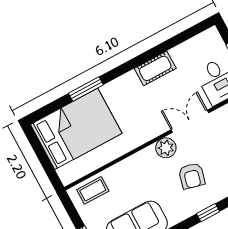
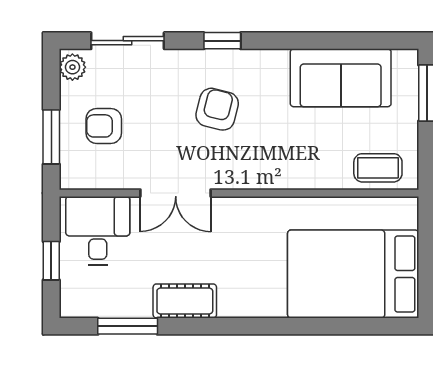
window: (86, 89) -> (128, 326), moved
plant: (166, 148) -> (233, 173), removed

